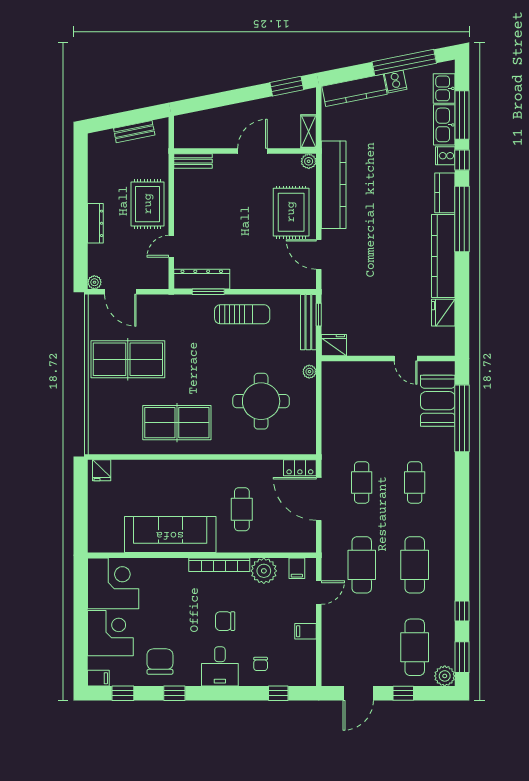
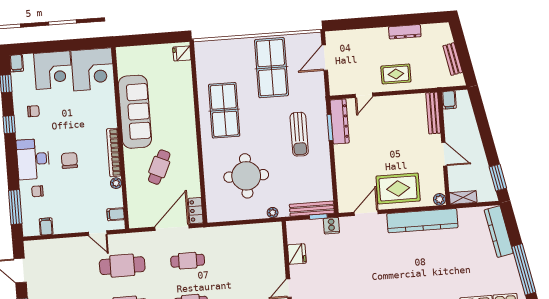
cooker: (396, 82) -> (331, 226), moved, turned -79
filing cabinet: (185, 140) -> (449, 100), added
bench: (193, 161) -> (433, 113), width x1.36
rug: (148, 204) -> (396, 74), width x0.73, depth x0.70
dresser: (95, 223) -> (405, 32), moved
door: (171, 246) -> (364, 95), swing flipped
plant: (94, 282) -> (331, 37), removed
sun lounger: (242, 314) -> (299, 134), moved
fridge: (334, 345) -> (297, 254), moved
cafe table: (242, 509) -> (159, 167), turned -65
plant: (264, 571) -> (116, 183), width x0.53, depth x0.53
filing cabinet: (306, 631) -> (46, 226), moved
chair: (160, 662) -> (33, 111), width x0.54, depth x0.54
desk: (220, 666) -> (33, 159), width x1.37
window: (278, 693) -> (15, 207), width x2.17

